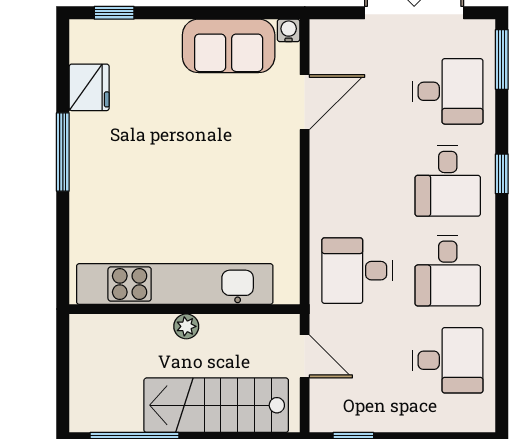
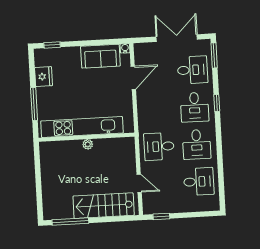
kitchen unit: (175, 284) -> (82, 127), moved
wall: (185, 309) -> (87, 137), moved
plant: (186, 326) -> (88, 144), moved

